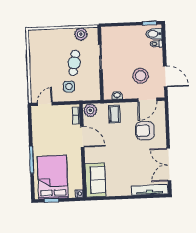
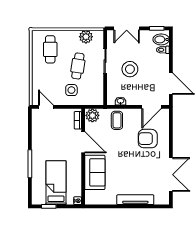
double door: (120, 24) -> (127, 28), added
cafe table: (47, 48) -> (50, 49), added
stool: (141, 76) -> (130, 69), moved
door: (45, 104) -> (46, 107), hinge flipped
double door: (169, 165) -> (171, 175), swing flipped
bed: (53, 177) -> (56, 183), width x0.67
sofa: (95, 180) -> (95, 172), moved
tv unit: (150, 190) -> (135, 200), moved

